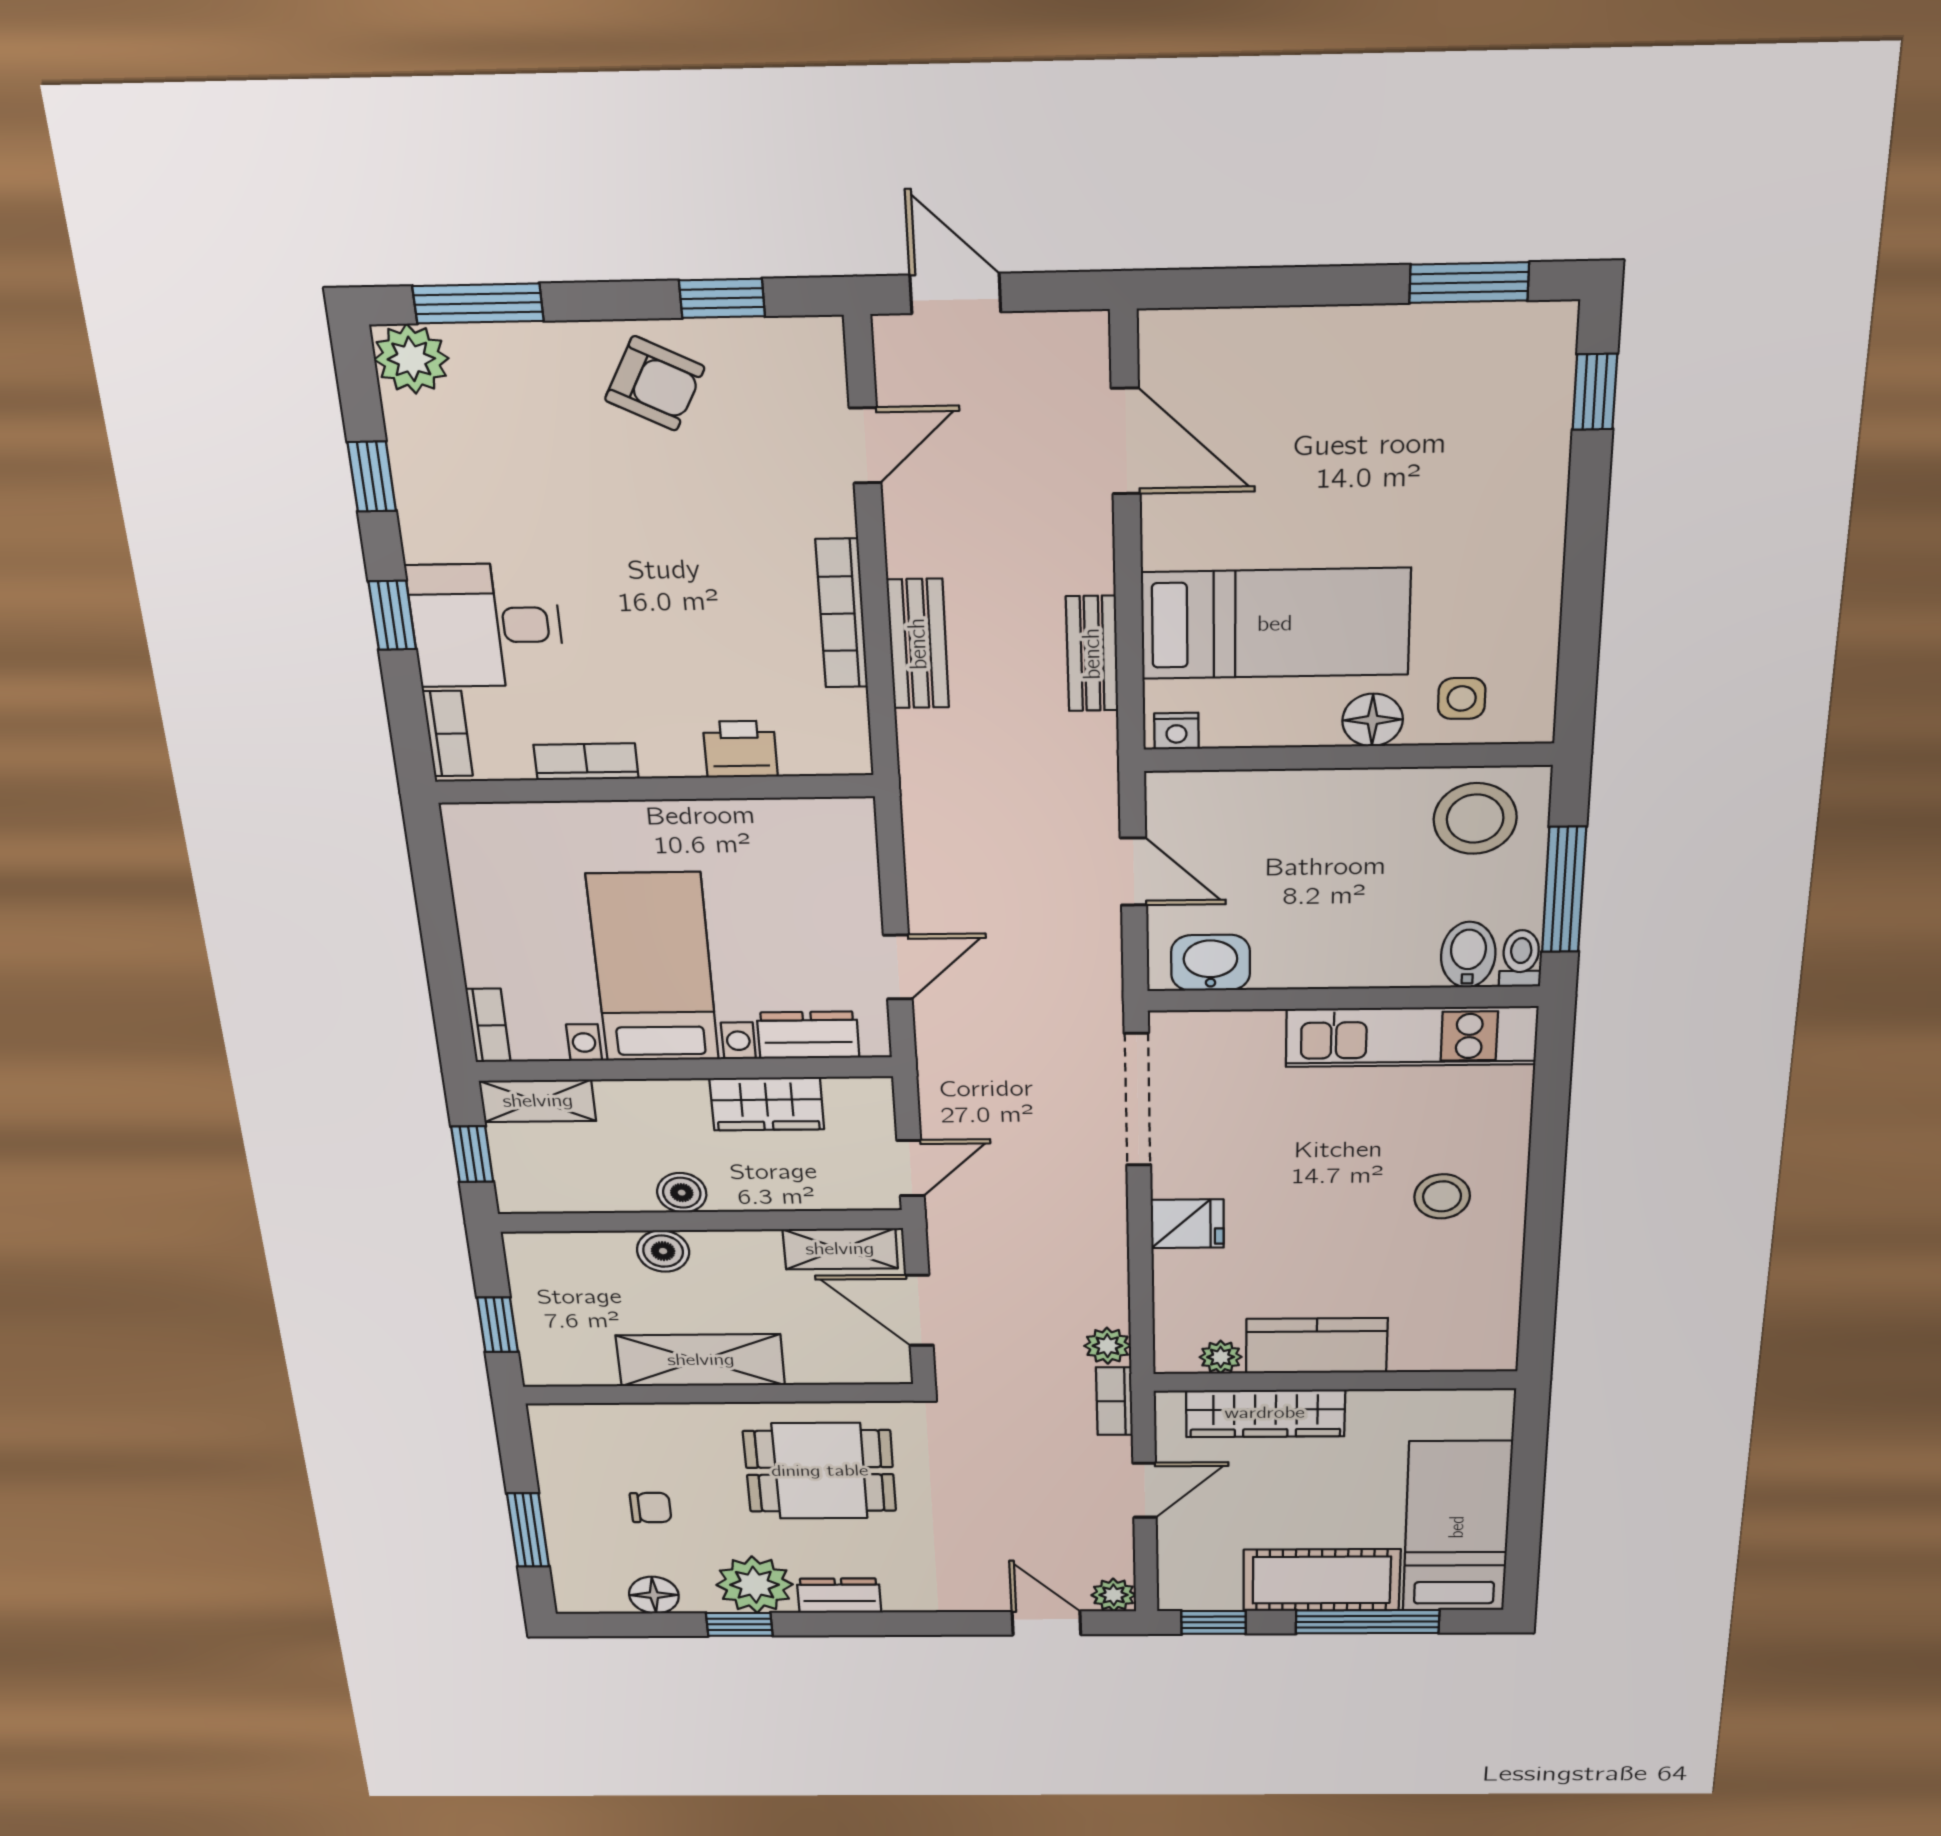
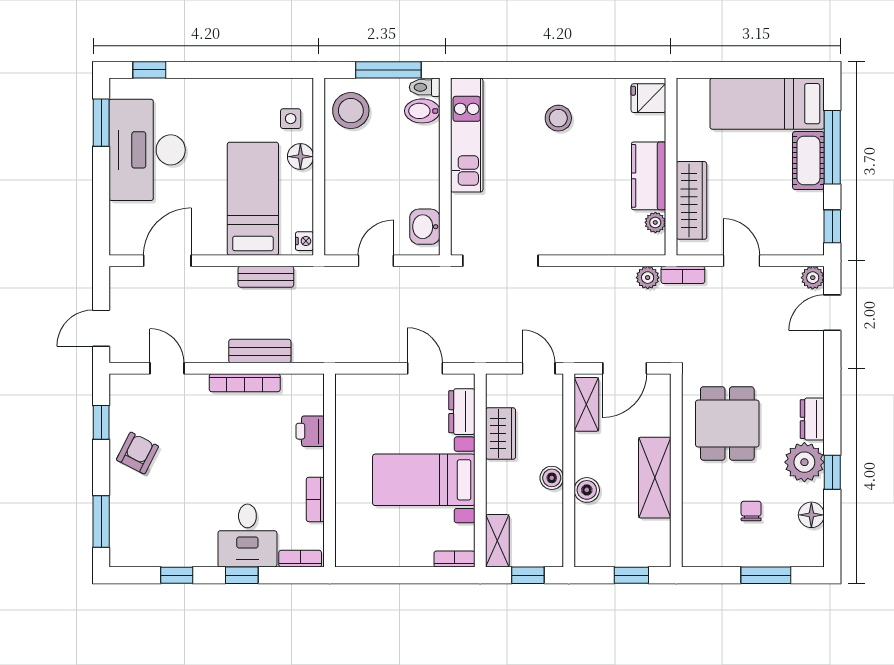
plant: (411, 359) -> (125, 552), removed
desk: (1397, 391) -> (147, 150), added
fridge: (1187, 1224) -> (648, 98), moved, turned -90
cot: (1322, 1580) -> (808, 161), width x0.73, depth x0.75

